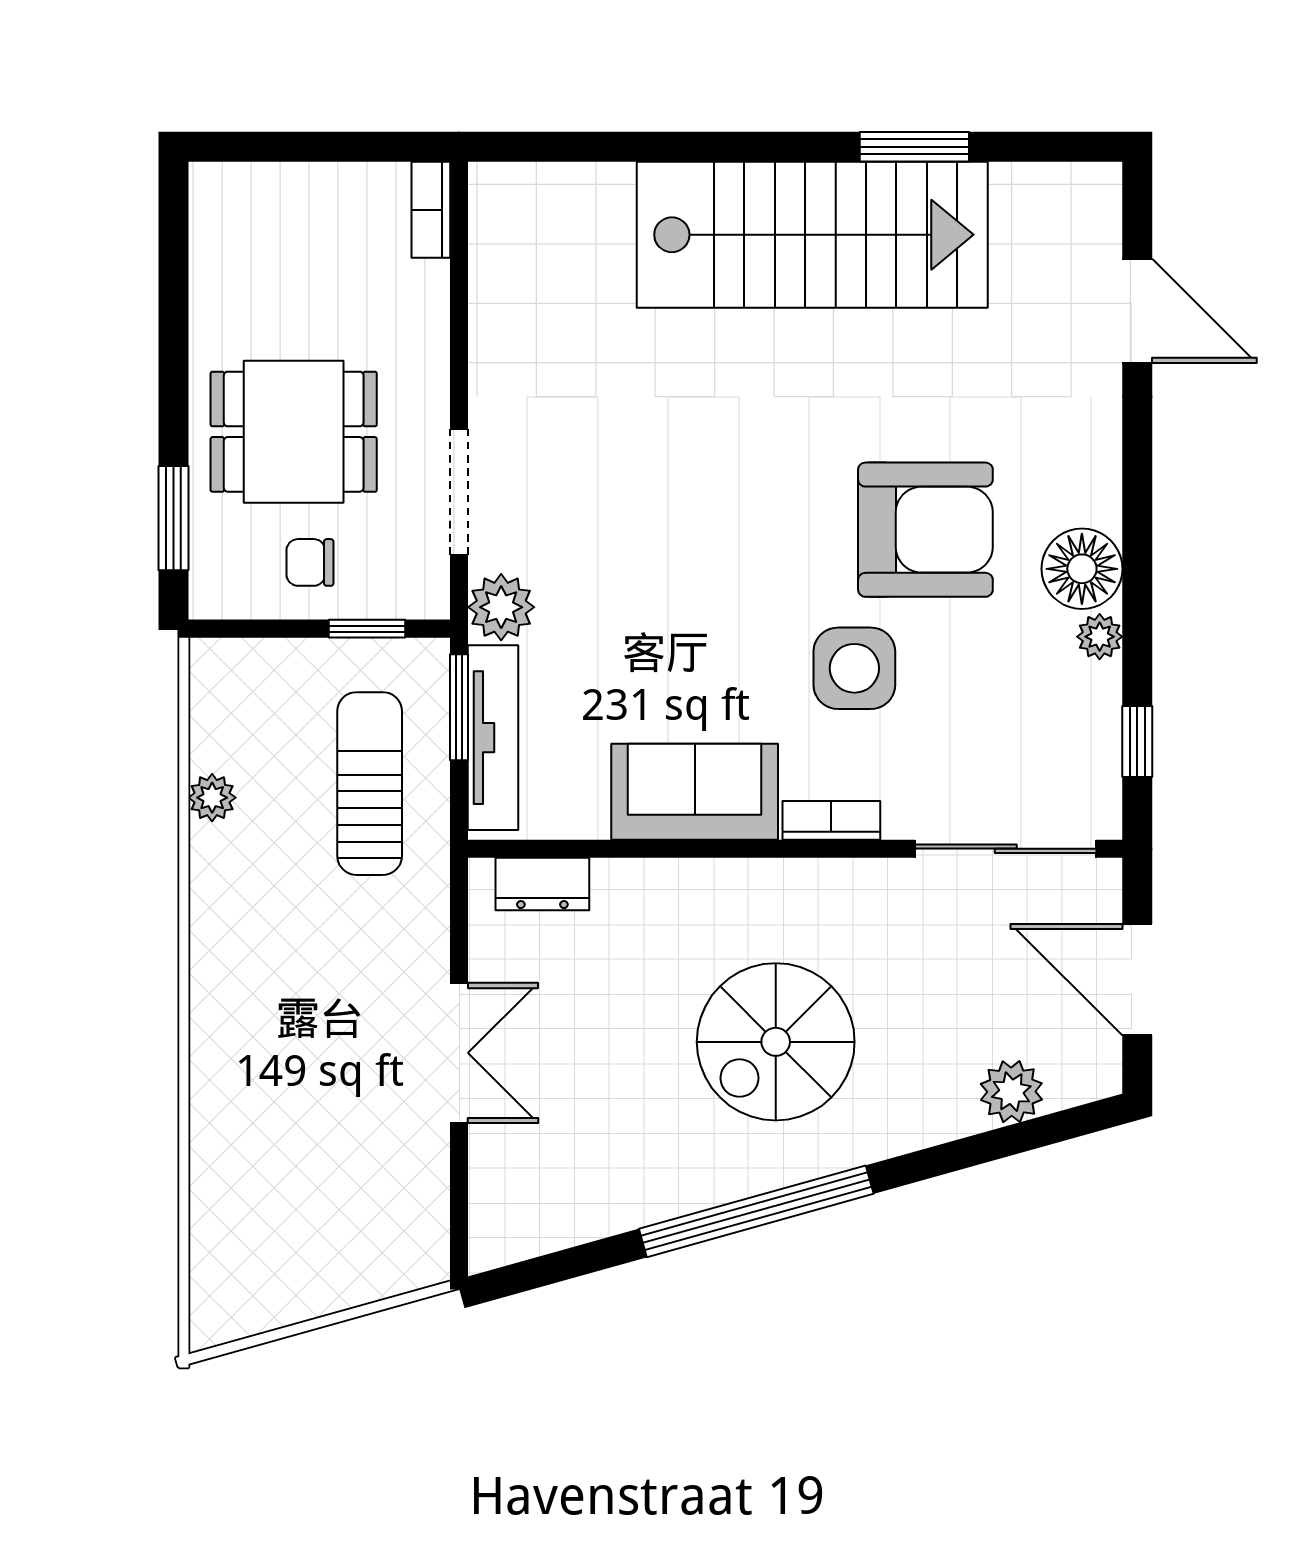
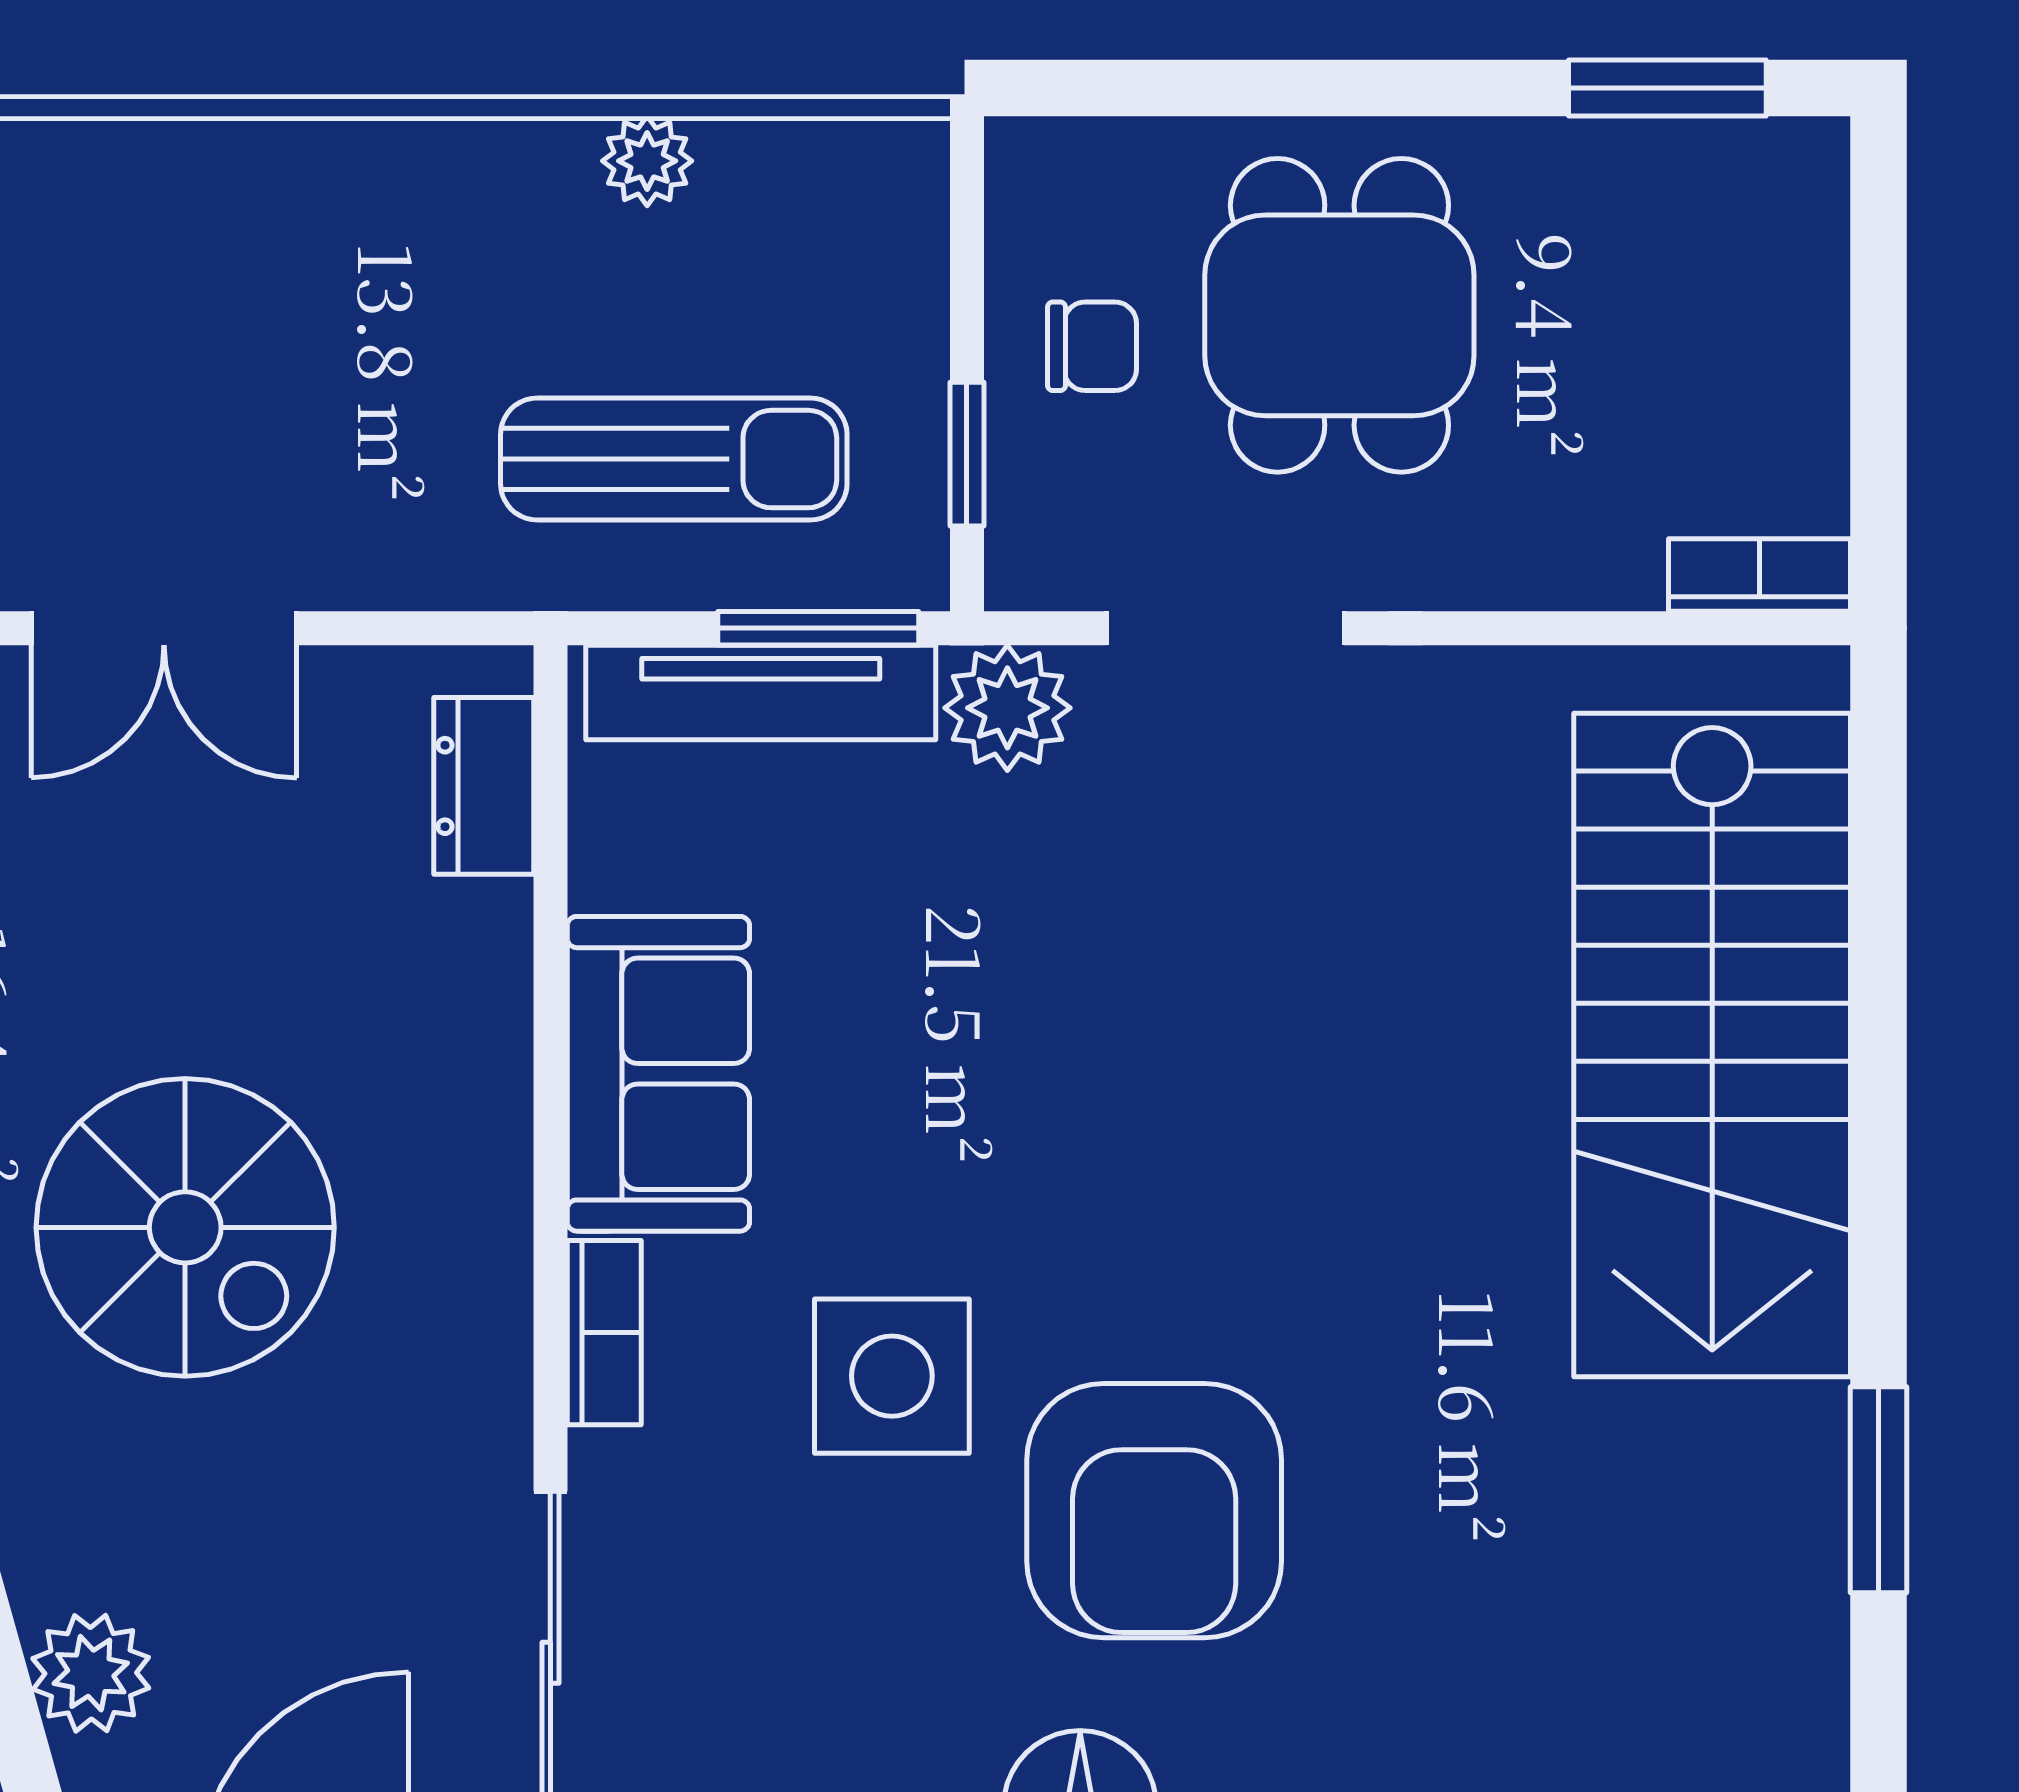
stairs: (812, 235) -> (1712, 1045), moved
window: (174, 518) -> (1667, 88), moved
chair: (310, 562) -> (1092, 346), turned 90
spiral stairs: (776, 1042) -> (185, 1227), turned 180

